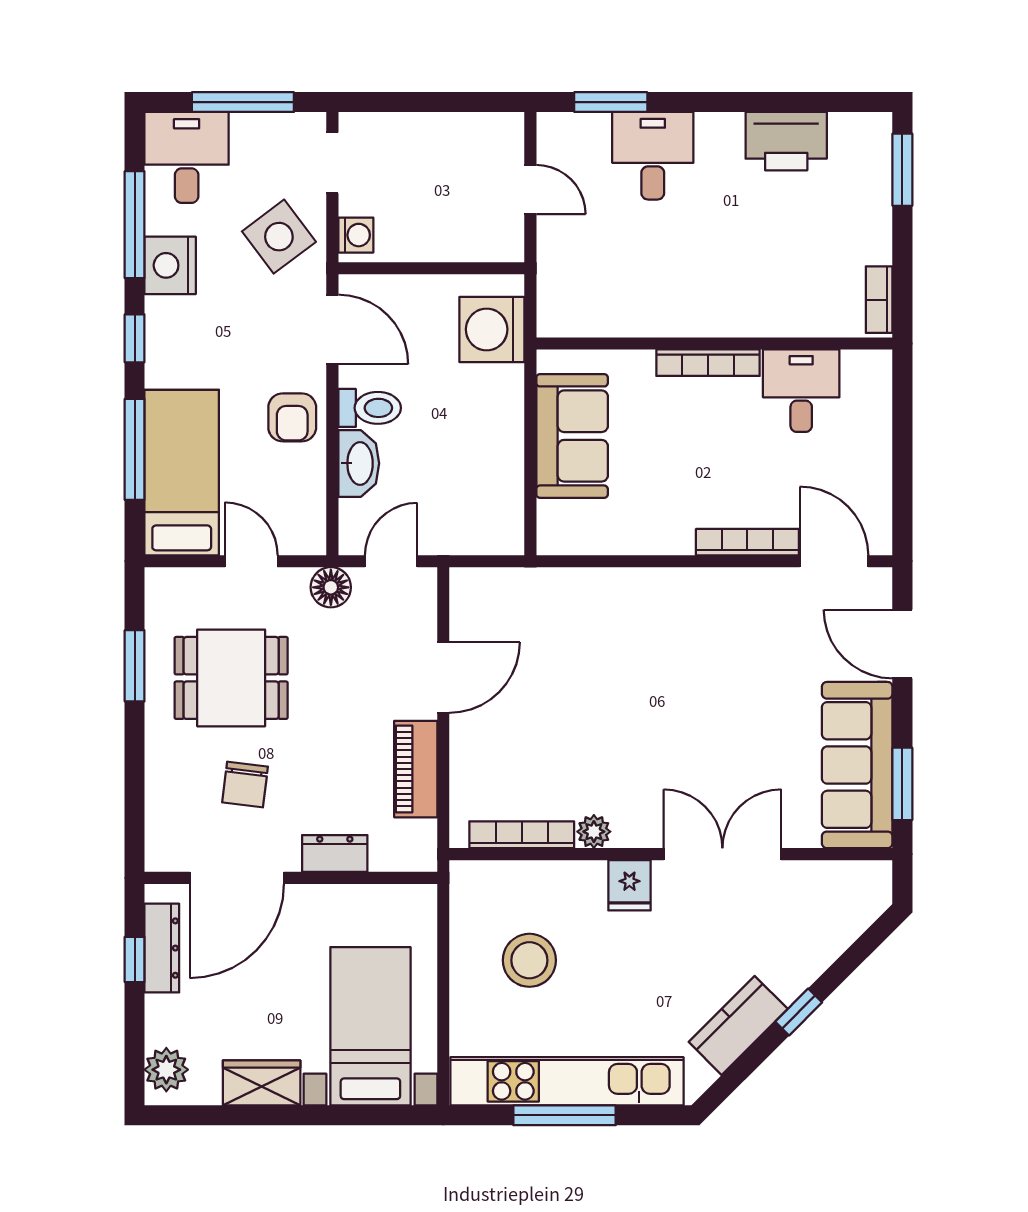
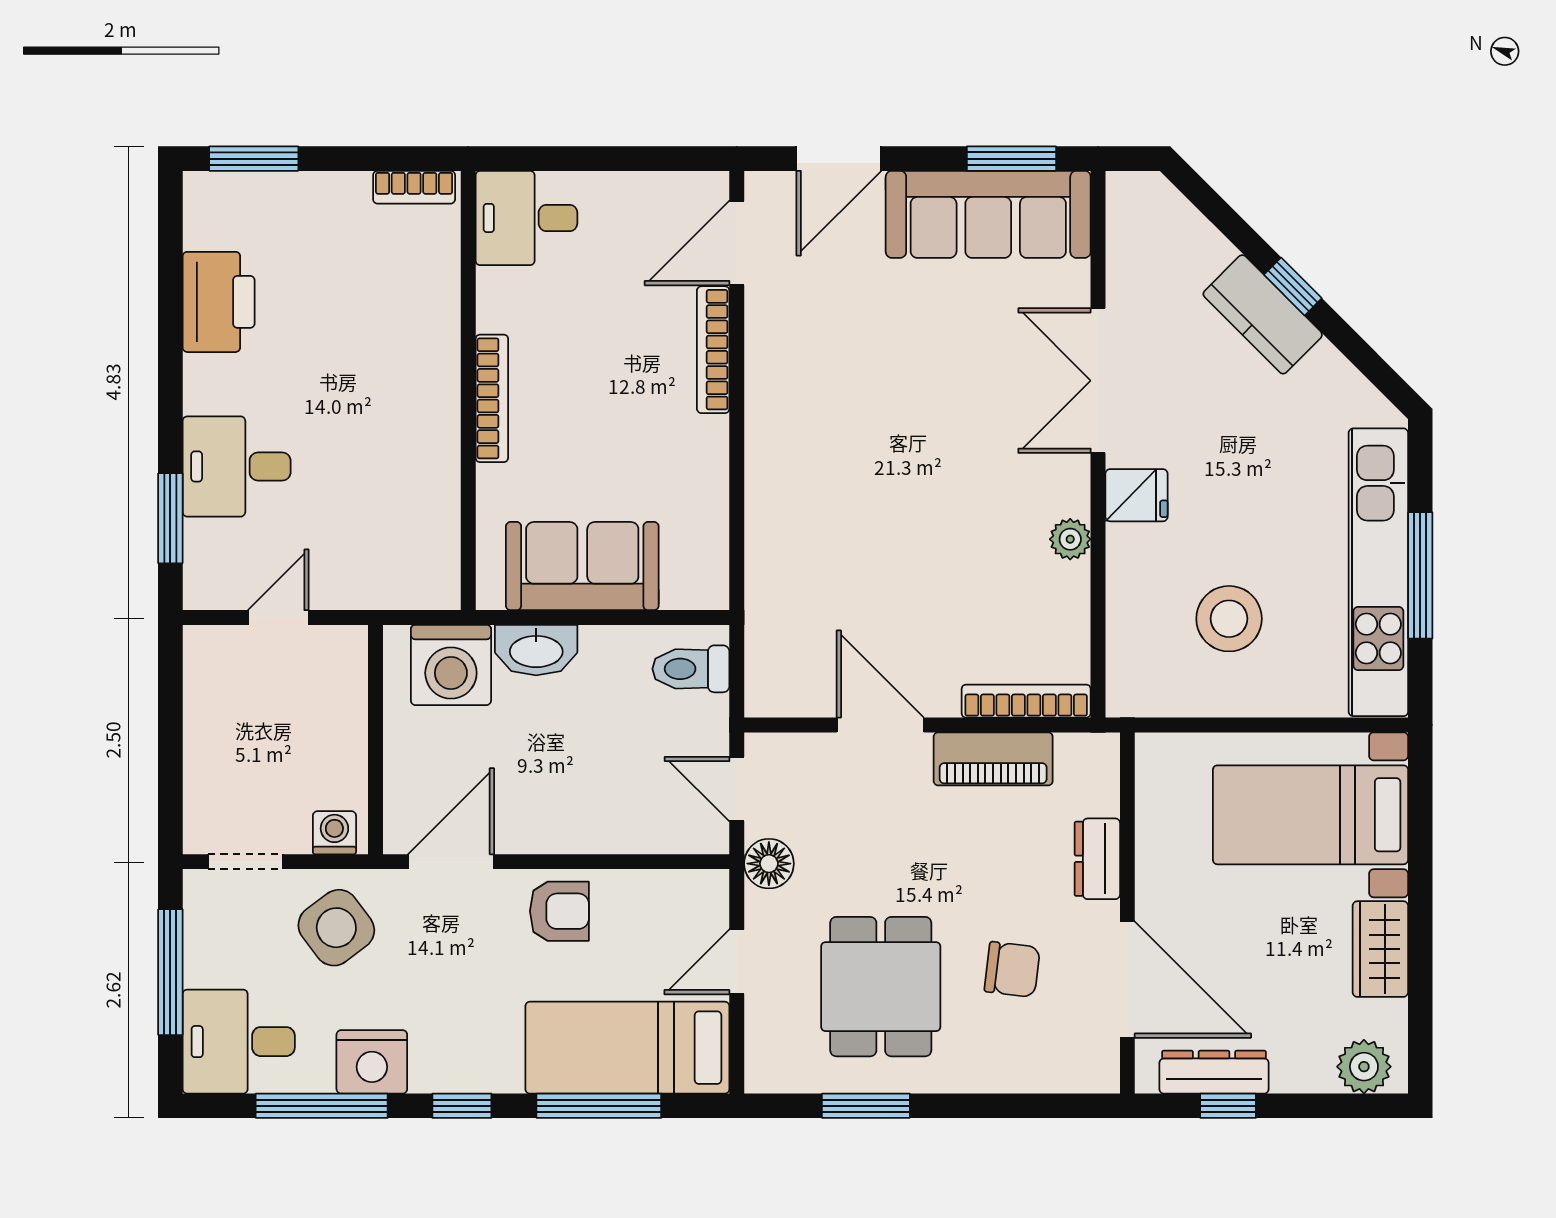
desk: (801, 391) -> (526, 218), moved
toilet: (370, 408) -> (691, 669), moved, turned -90
washbasin: (359, 463) -> (536, 650), moved, turned 180
bookcase: (522, 835) -> (1026, 701), moved, turned 90
kitchen counter: (738, 1025) -> (1263, 314), moved

